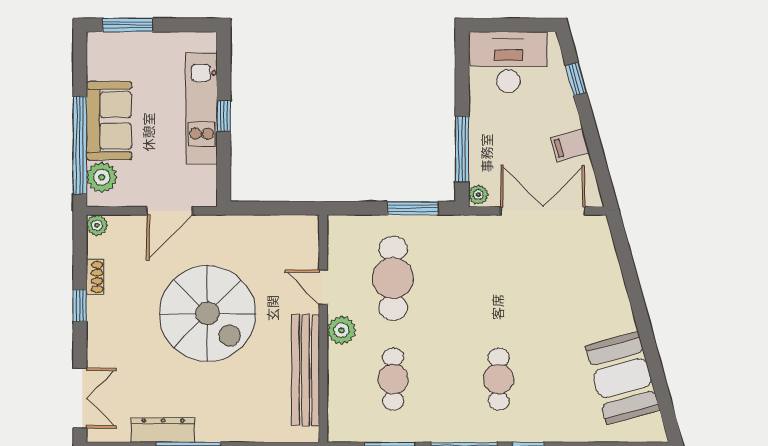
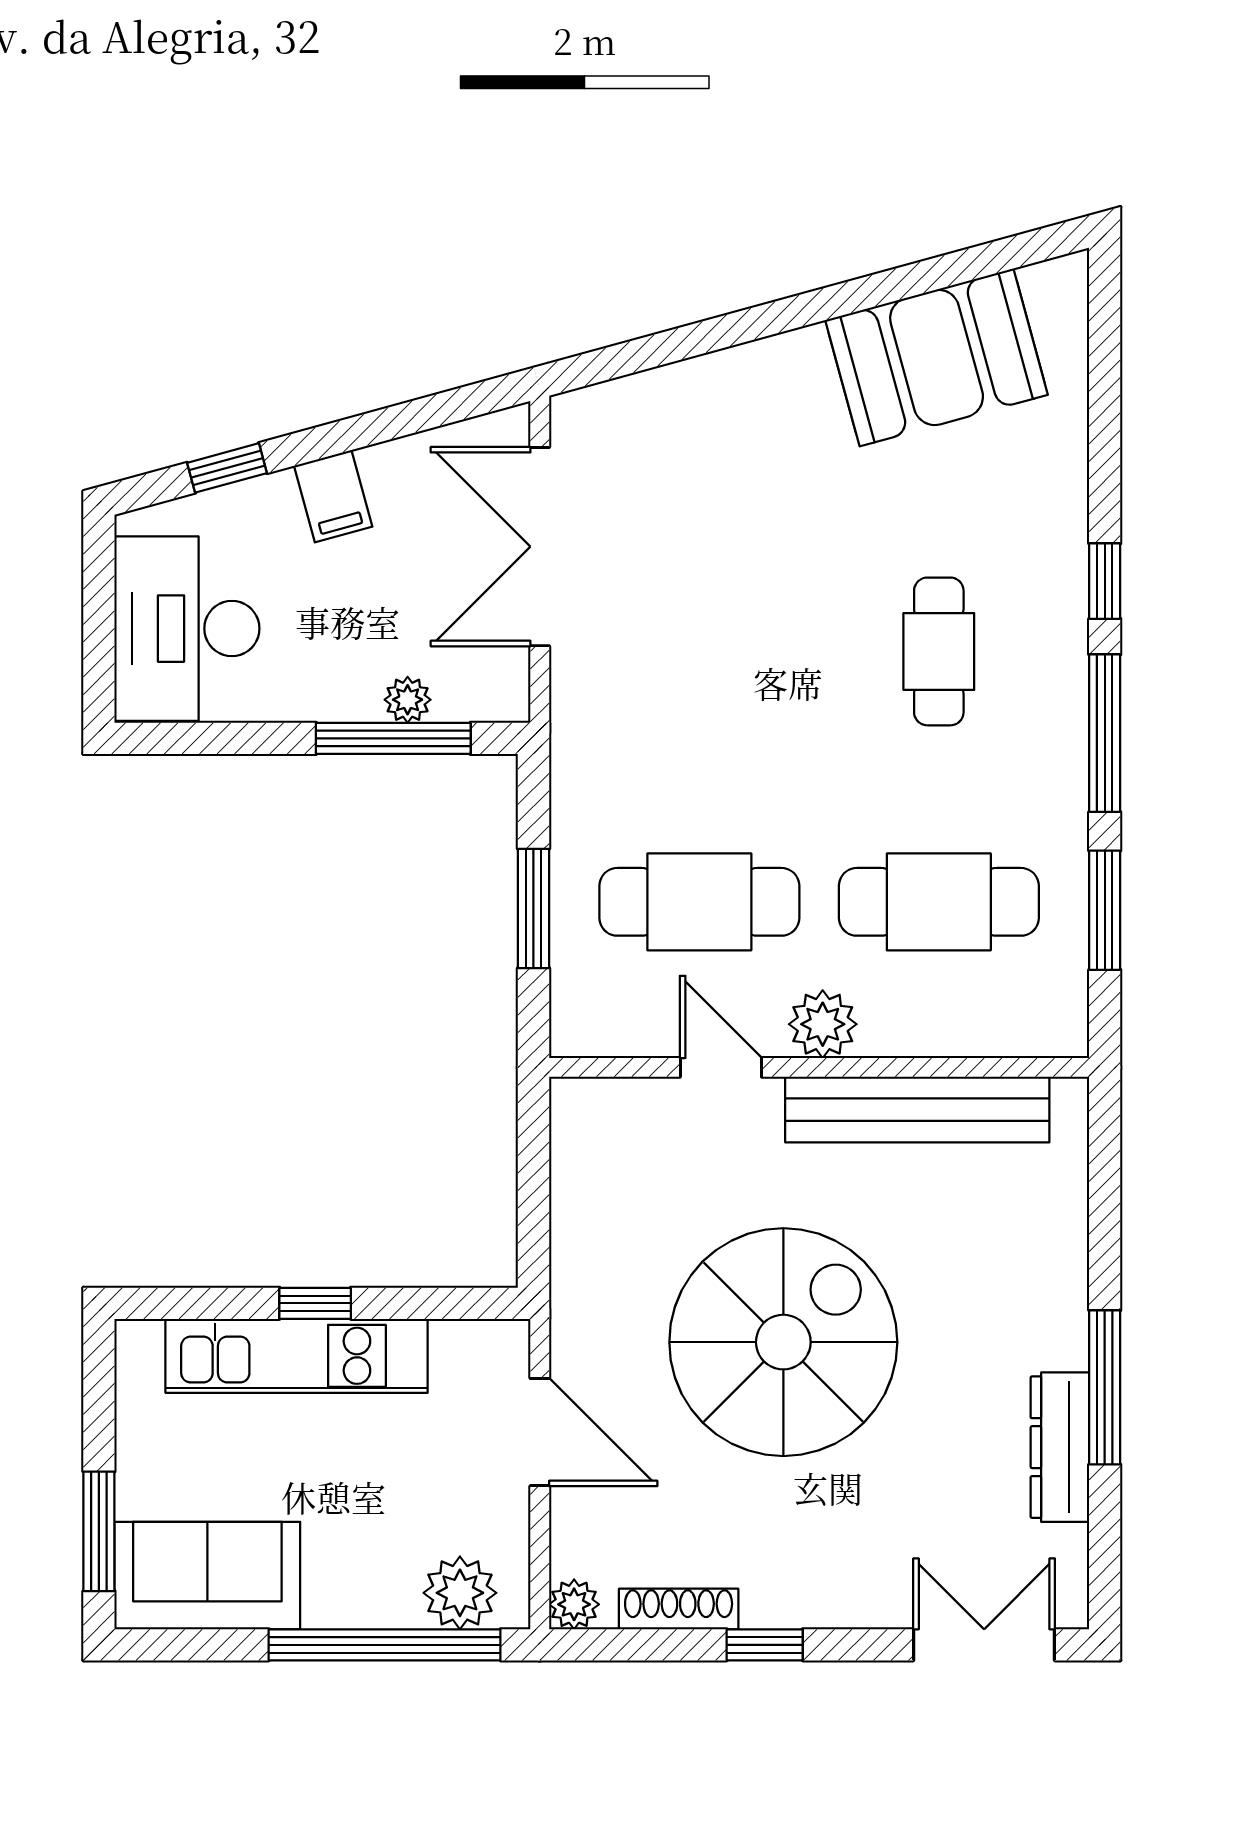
sofa: (109, 121) -> (207, 1576), moved
filing cabinet: (570, 145) -> (333, 496), moved
plant: (478, 195) -> (408, 700), moved
window: (413, 208) -> (533, 908), moved
shoe rack: (95, 277) -> (679, 1609), width x1.43
door: (323, 287) -> (721, 1067), swing flipped
cafe table: (393, 379) -> (939, 902), width x1.37, depth x1.35
cafe table: (499, 379) -> (939, 651), turned 90

